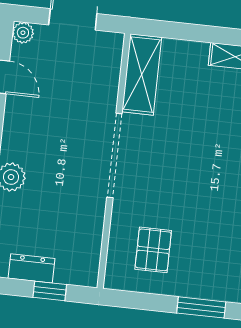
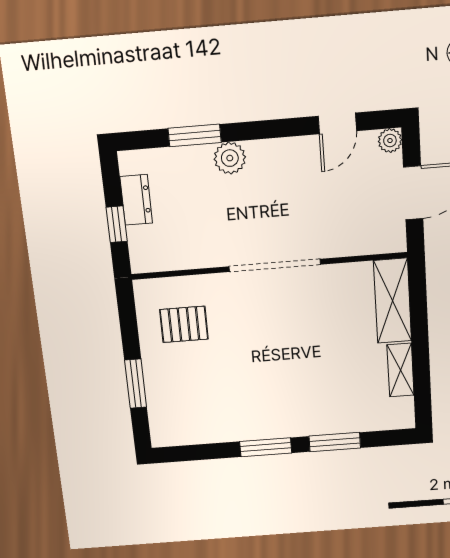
shelving: (142, 75) -> (393, 301), moved, turned 90

